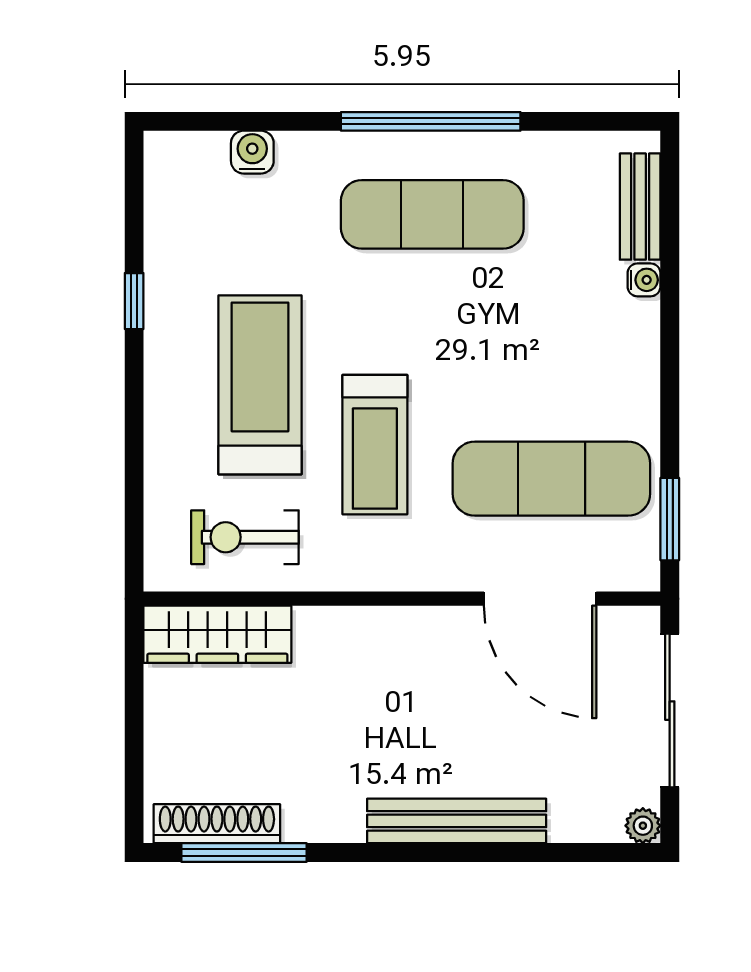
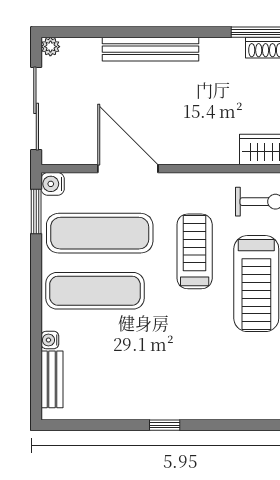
window: (431, 121) -> (165, 425), width x0.32
water cooler: (252, 152) -> (53, 184), moved, turned 90
exercise mat: (432, 214) -> (95, 291), moved
door: (540, 599) -> (128, 169), moved

